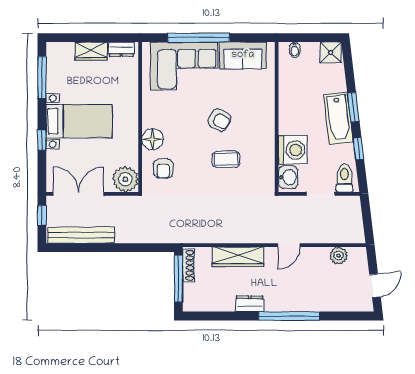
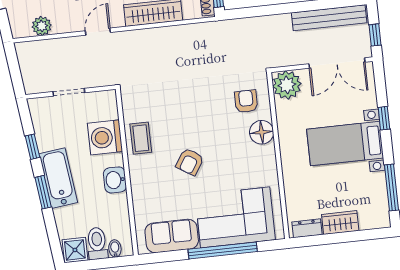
armchair: (219, 120) -> (190, 162), turned -89
coffee table: (226, 159) -> (141, 138), moved, turned 90
washbasin: (288, 177) -> (115, 180), moved
toilet: (344, 178) -> (97, 243), moved, turned 180

